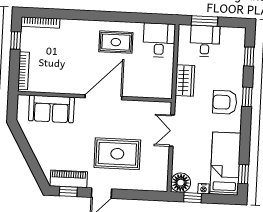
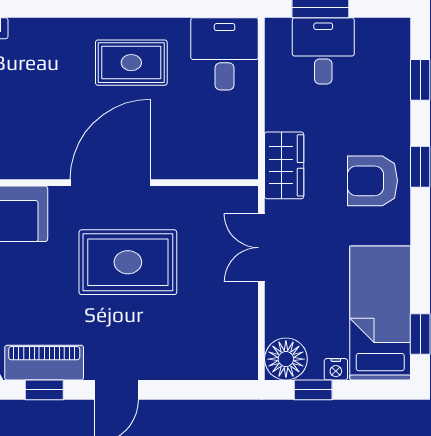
wardrobe: (185, 80) -> (284, 165), moved
rug: (117, 154) -> (128, 262), moved

